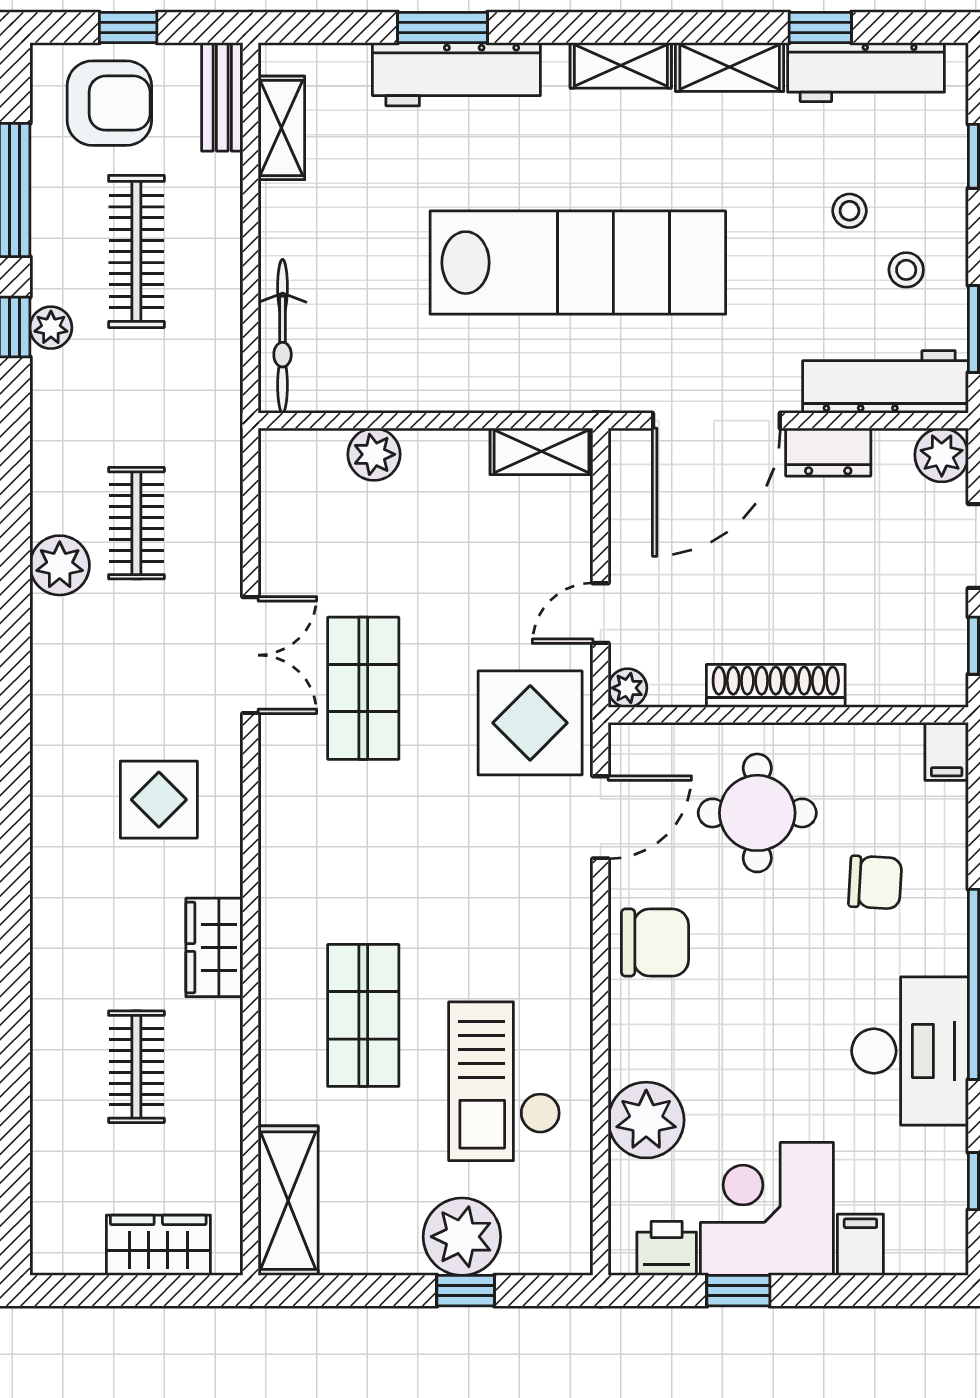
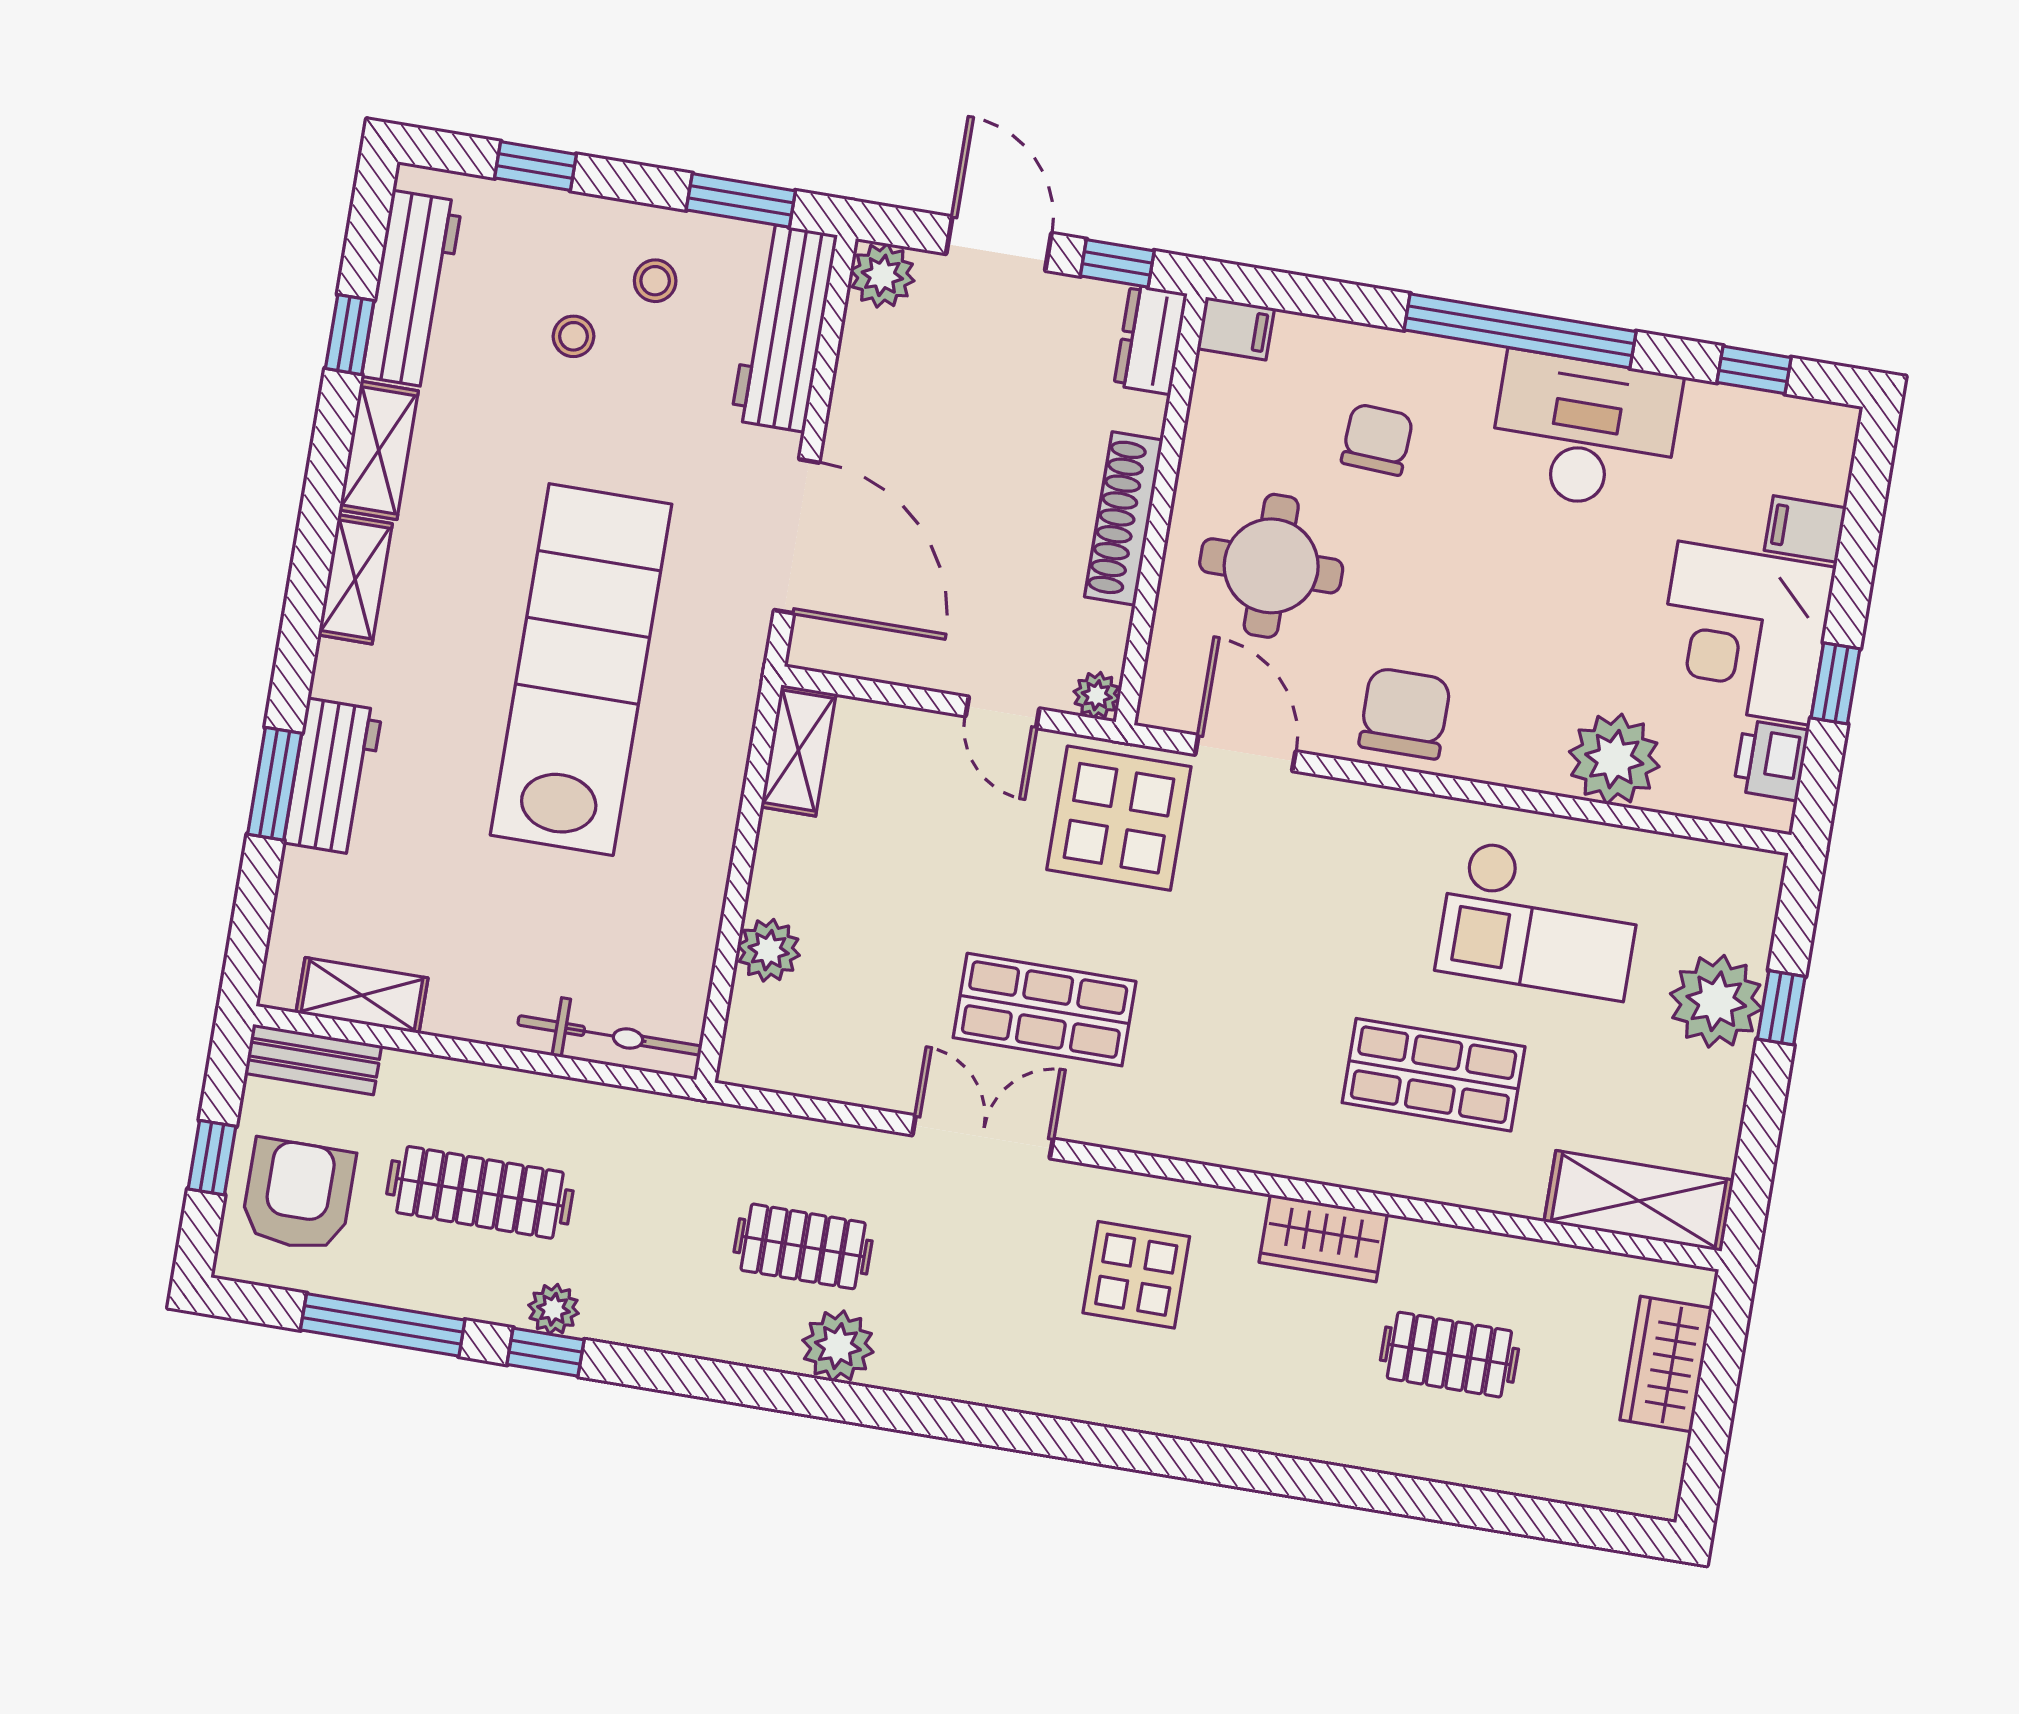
workbench: (456, 74) -> (333, 777), width x0.73
dresser: (828, 452) -> (1151, 340), moved, turned 180

